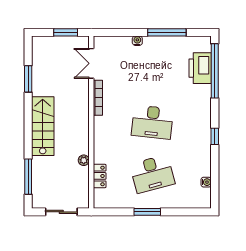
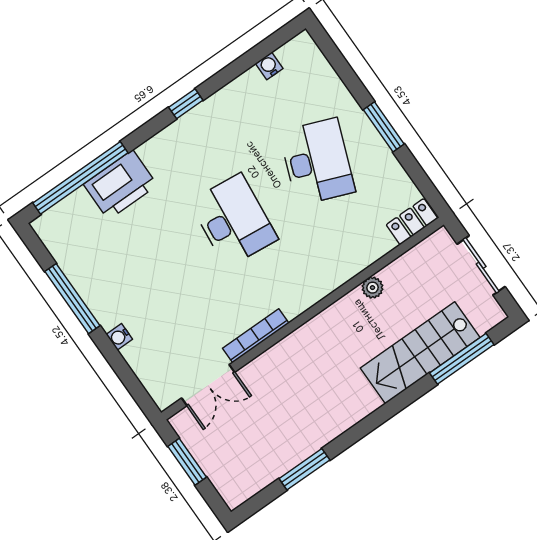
printer: (200, 68) -> (120, 185), moved
stairs: (43, 126) -> (420, 353), moved
desk: (152, 174) -> (317, 162), turned 36
locker: (100, 176) -> (412, 222), moved

